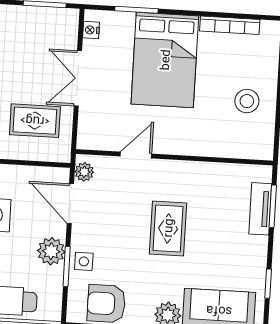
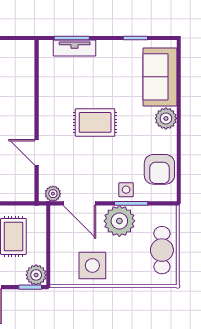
door: (70, 204) -> (80, 203), hinge flipped
plant: (51, 251) -> (119, 221), width x1.36, depth x1.36

